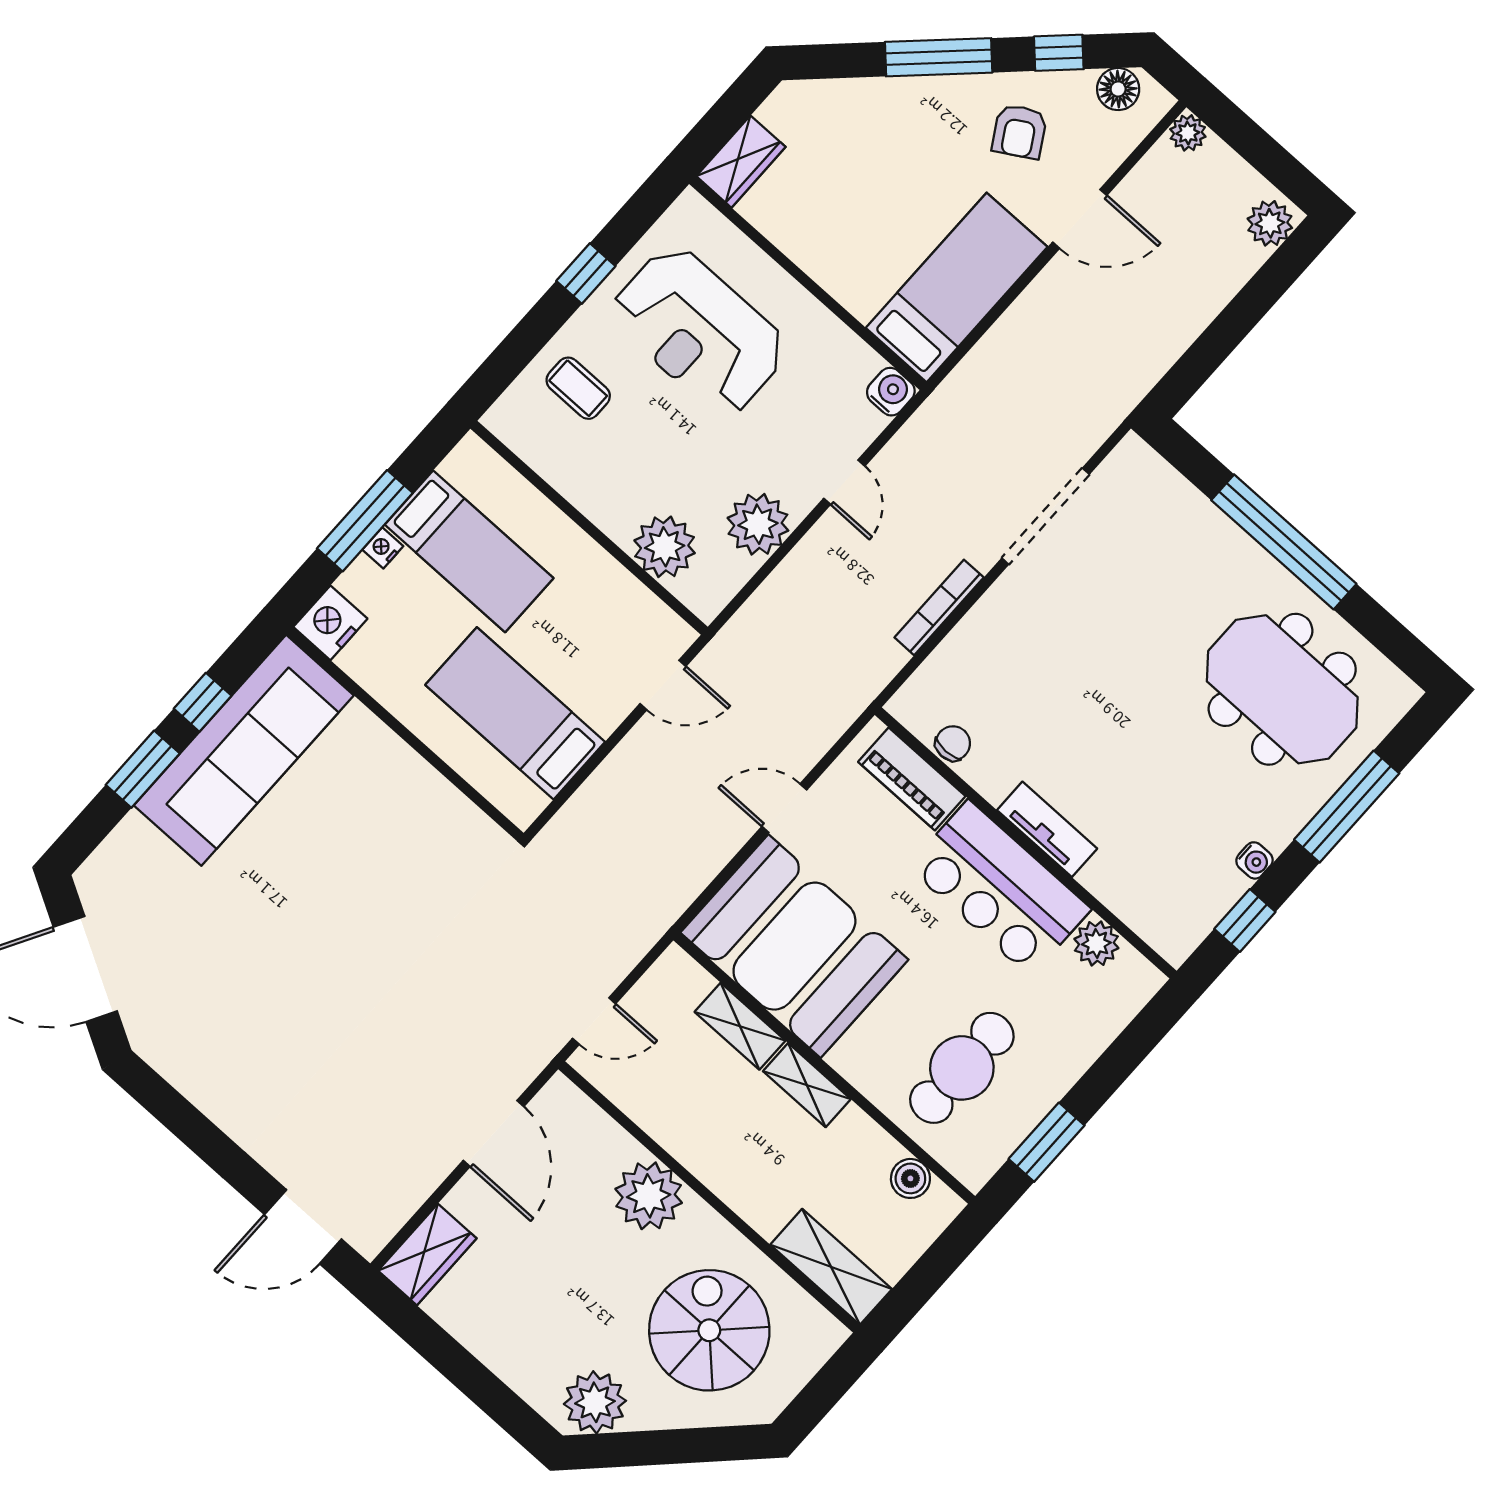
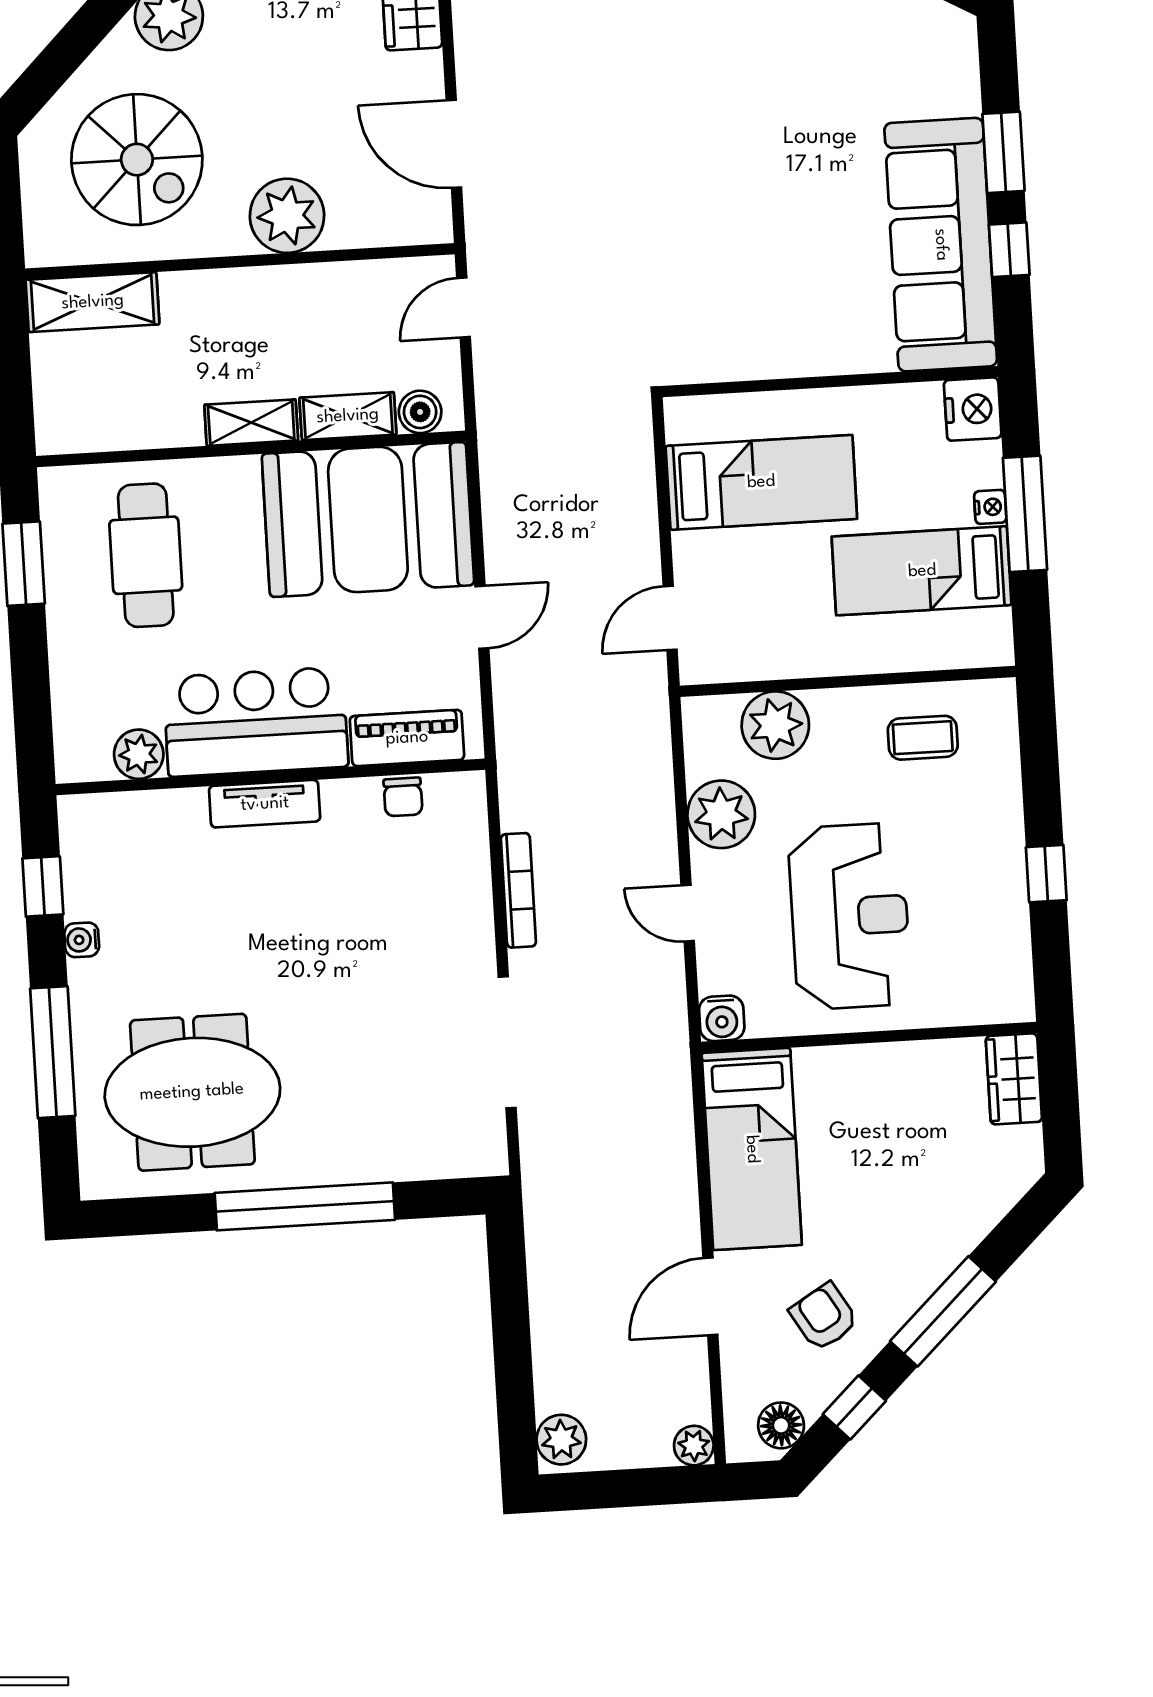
reception desk: (699, 331) -> (850, 916), moved, turned 90
coffee table: (578, 388) -> (923, 738), moved
boiler: (910, 1178) -> (420, 412), moved

